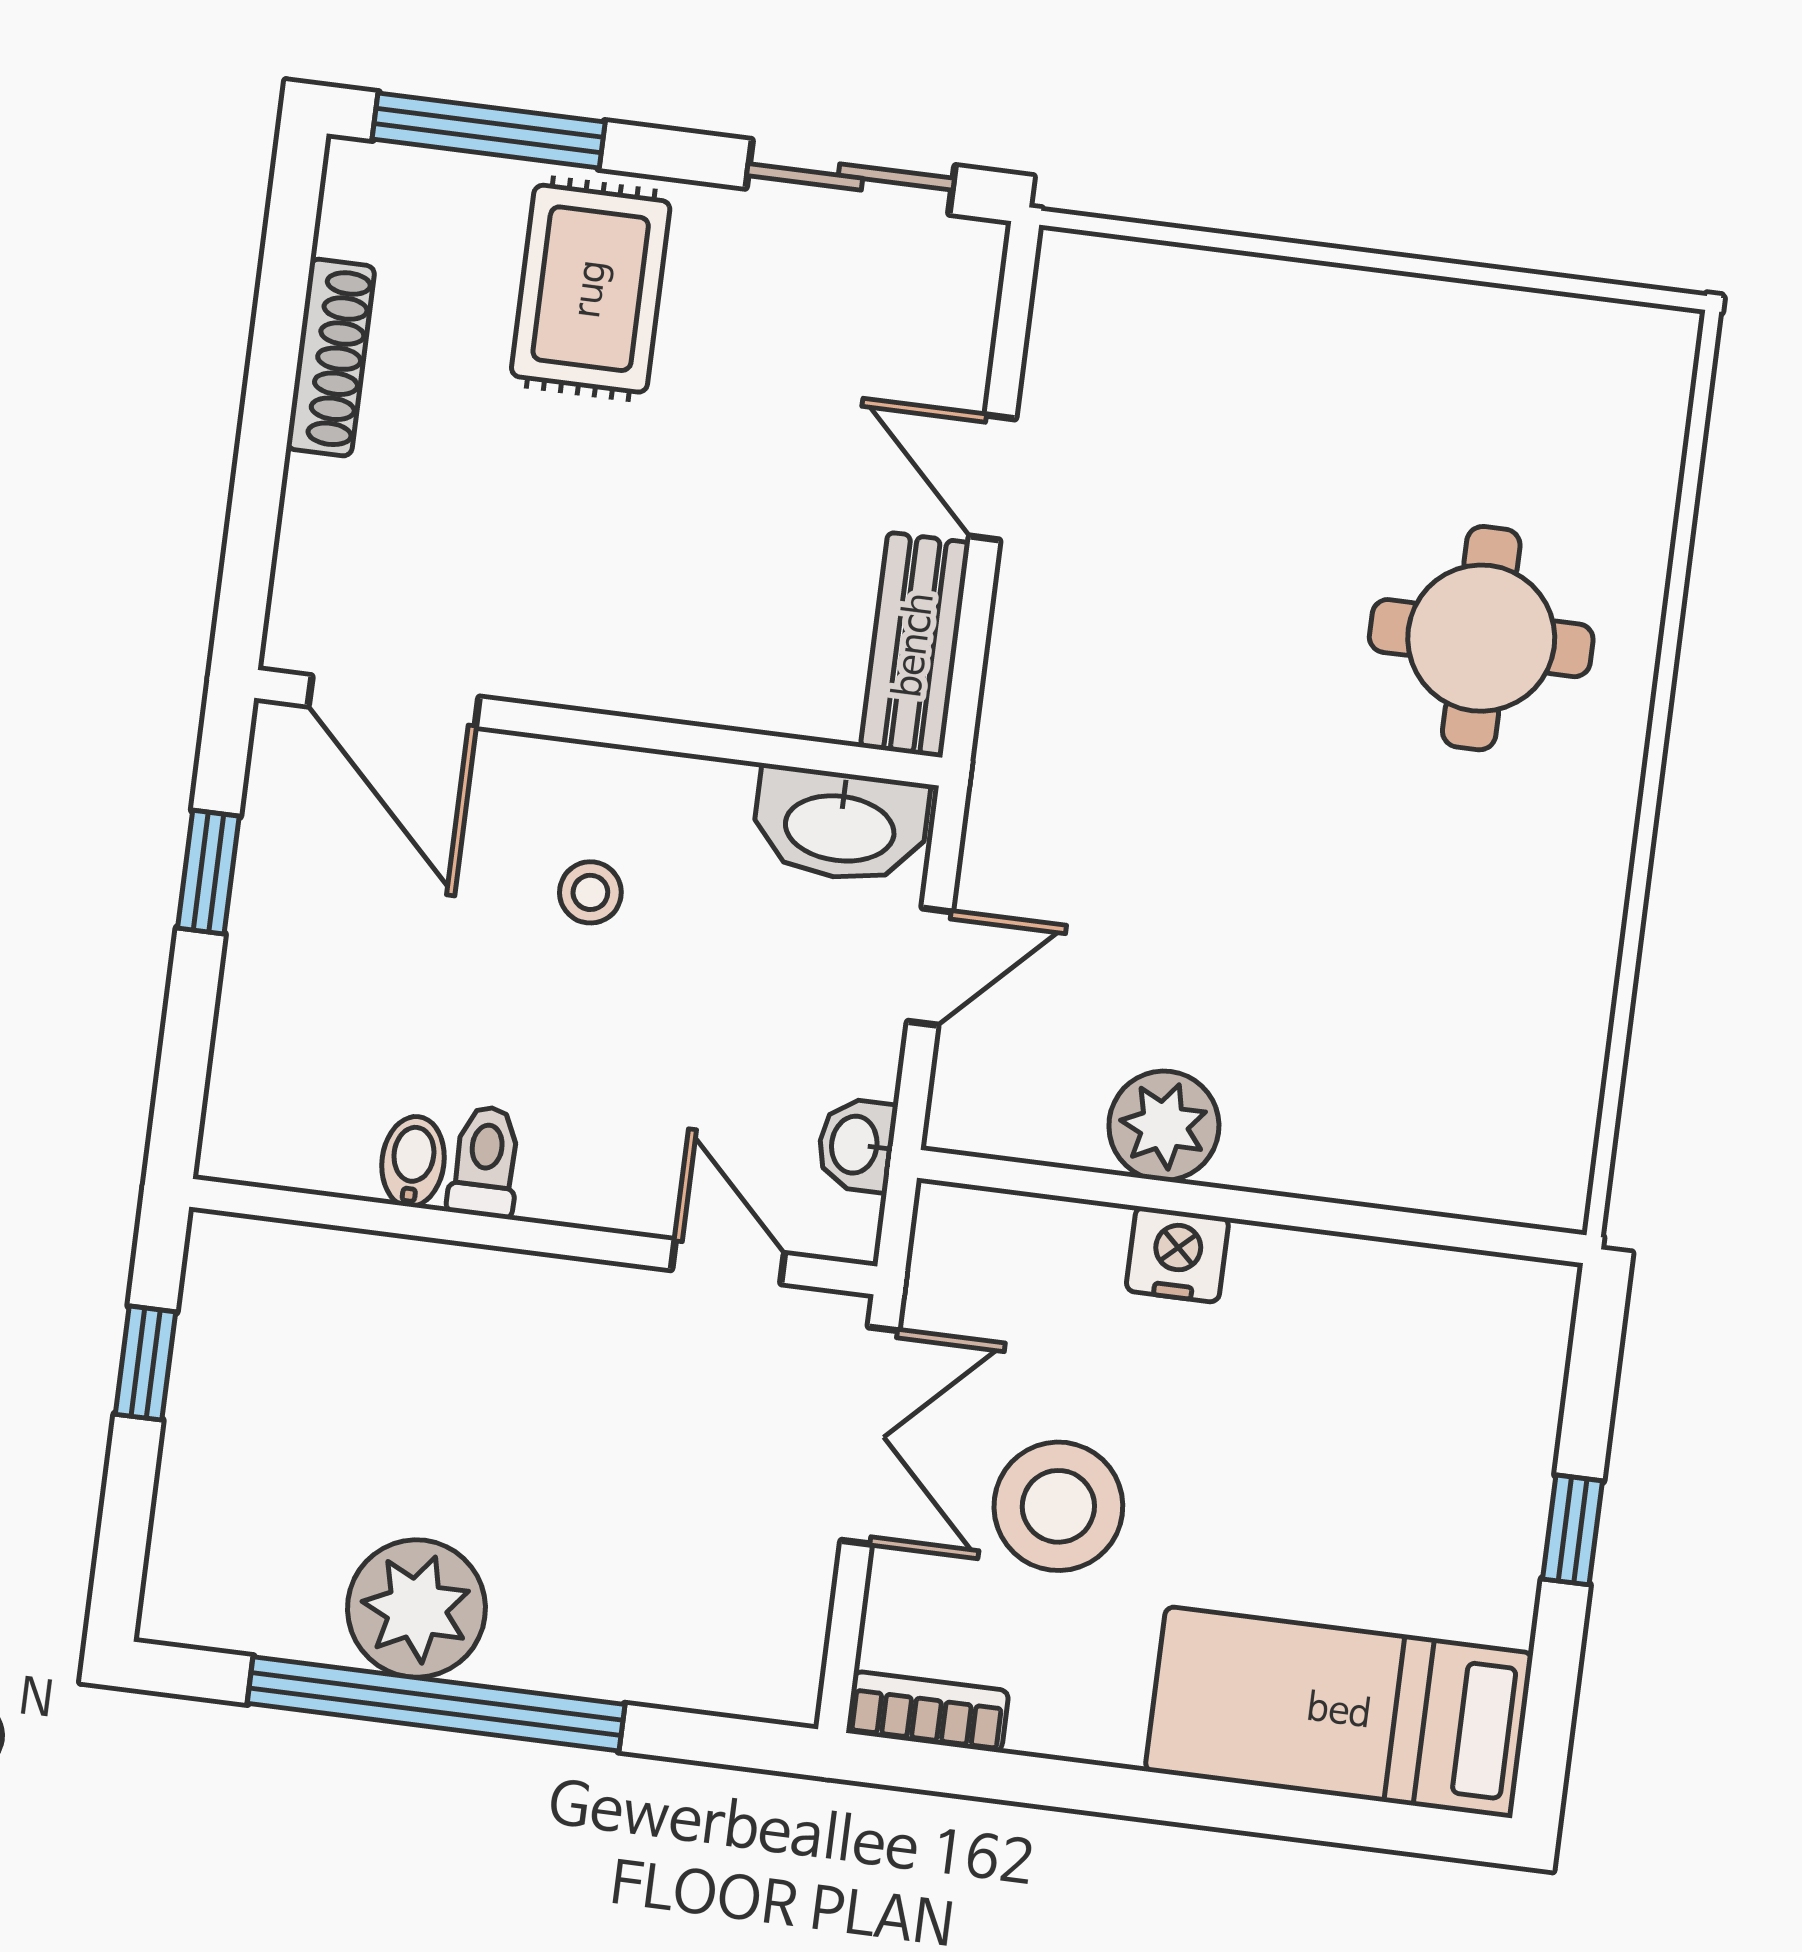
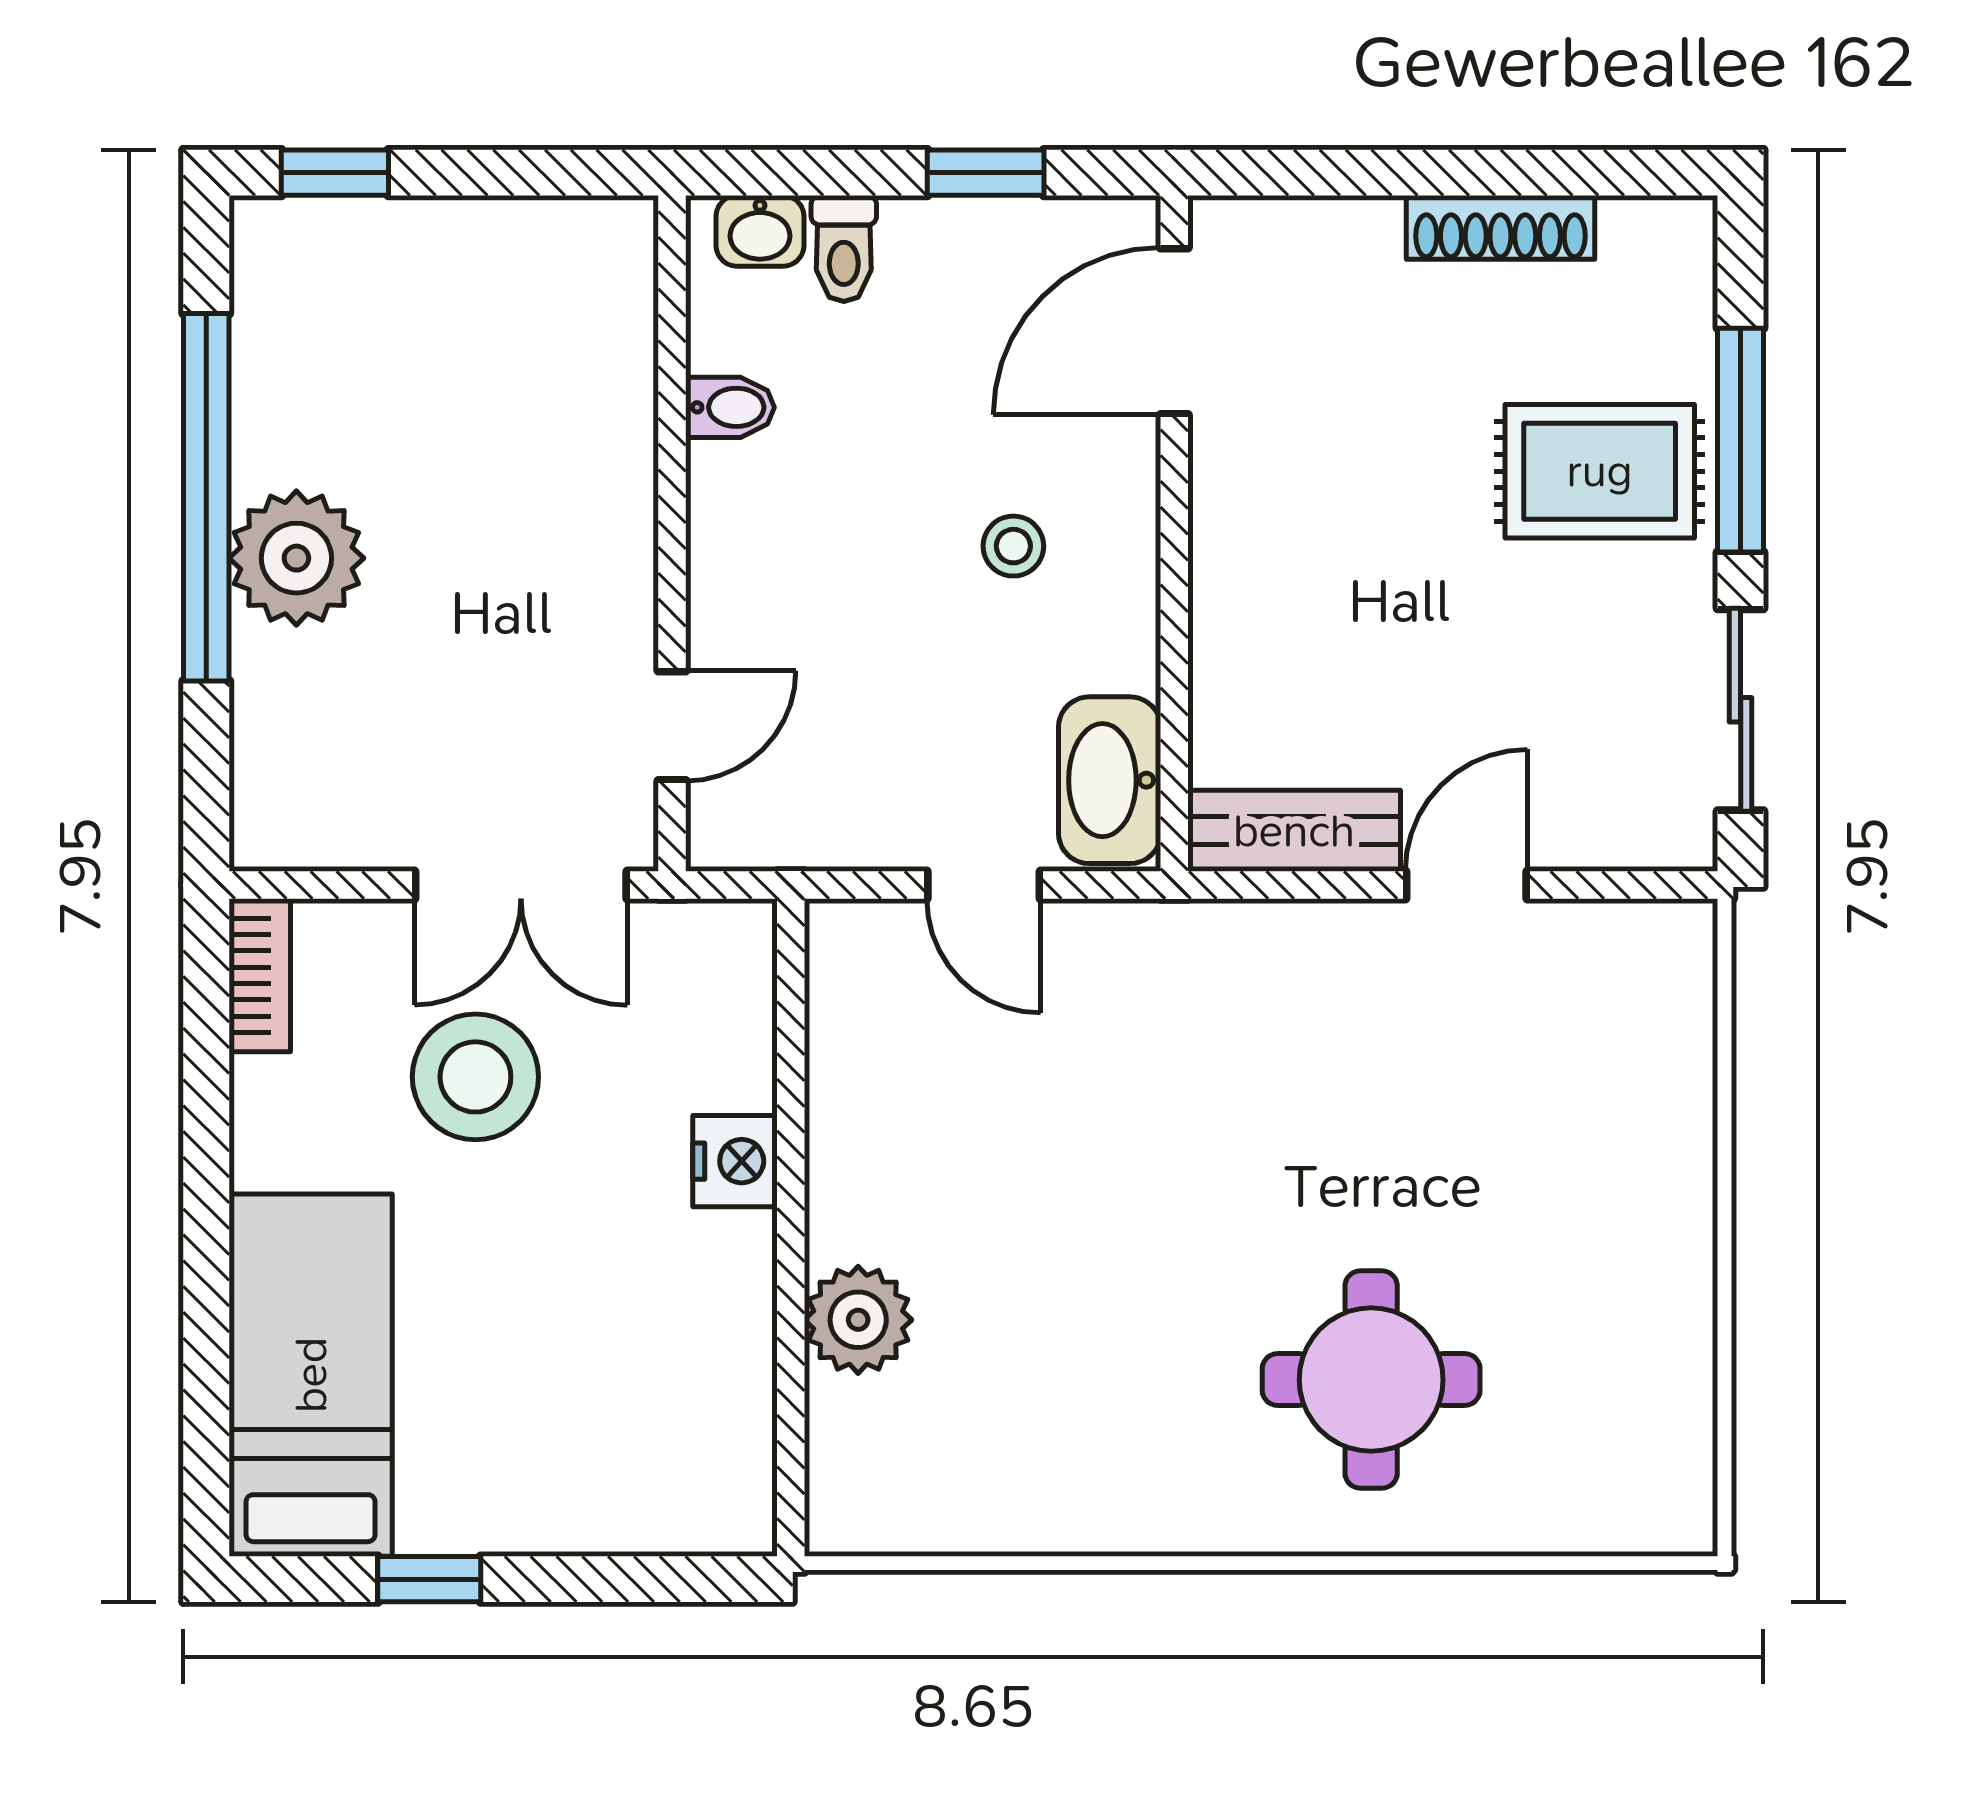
window: (489, 131) -> (1741, 440), moved
plant: (1164, 1126) -> (858, 1320), moved
washbasin: (856, 1145) -> (760, 231), moved, turned 180
toilet: (485, 1162) -> (844, 249), moved, turned 90
window: (145, 1363) -> (335, 173), moved
window: (1573, 1530) -> (429, 1579), moved
plant: (416, 1608) -> (296, 558), moved

